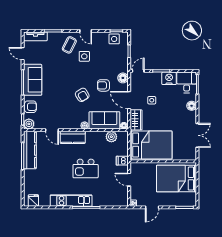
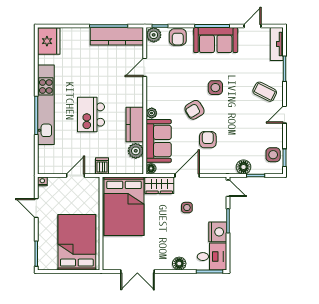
side table: (84, 56) -> (215, 88), moved
floor lamp: (123, 78) -> (244, 167), moved
kitchen counter: (73, 137) -> (135, 125), moved
fridge: (33, 201) -> (49, 41), width x1.88, depth x1.34
kitchen unit: (71, 201) -> (46, 105), width x1.36

